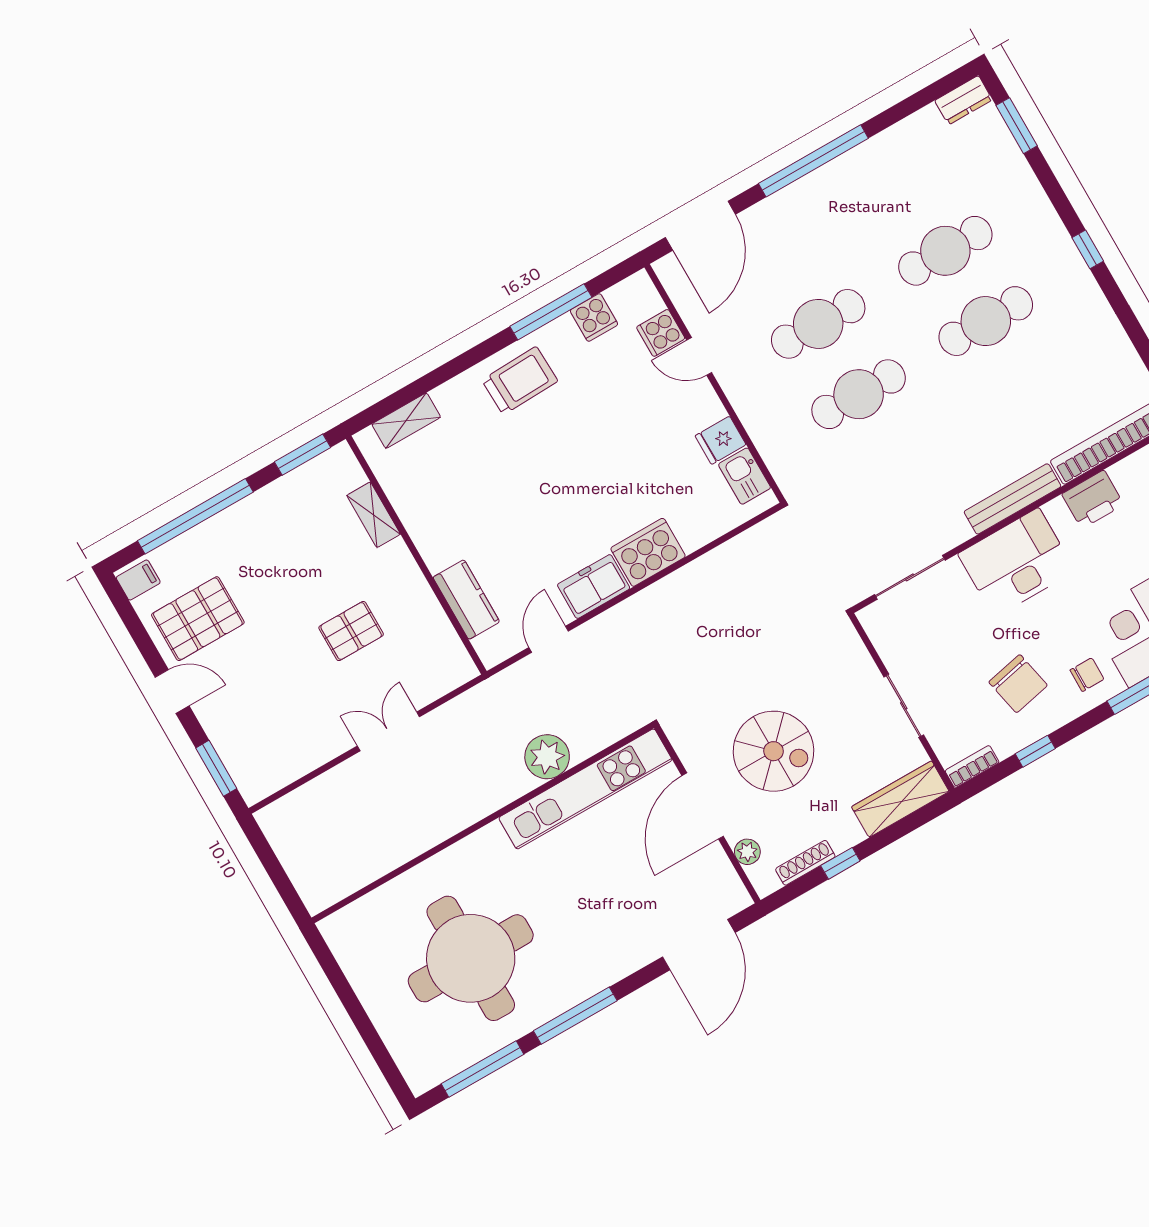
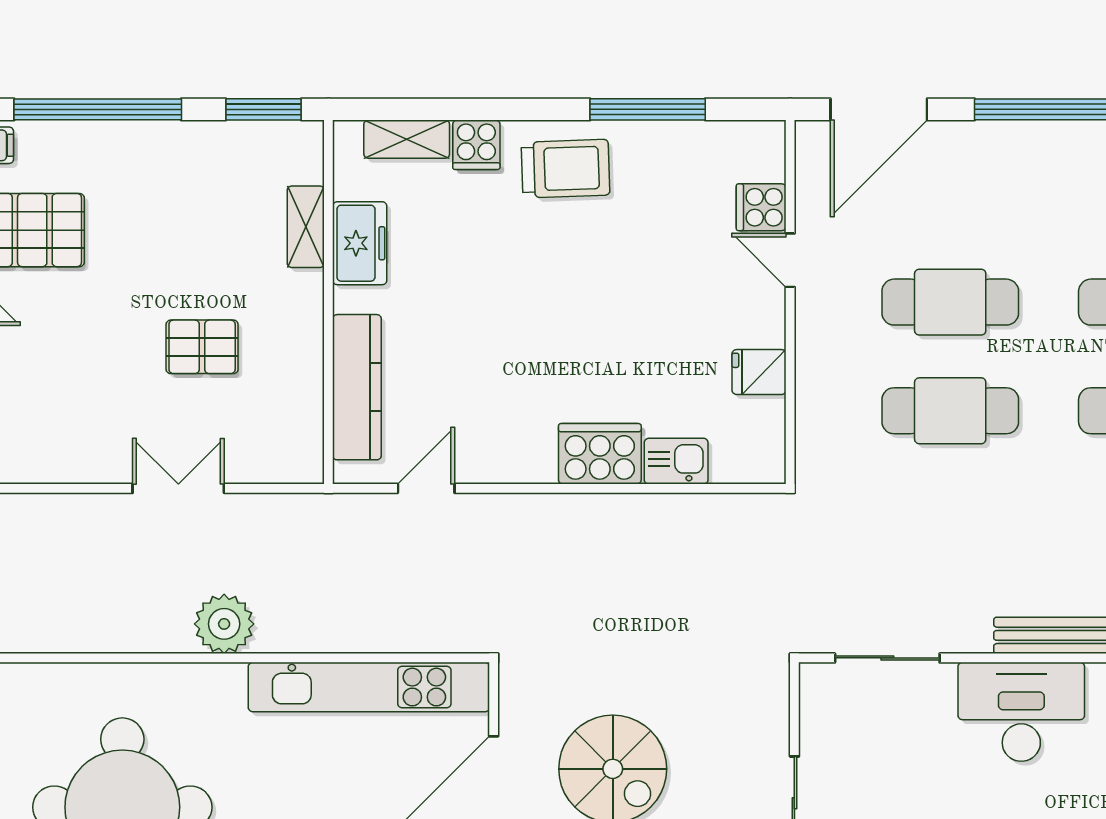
cooker: (594, 318) -> (476, 145), moved
kitchen sink: (745, 476) -> (676, 461), moved, turned 90
freezer: (594, 587) -> (360, 243), moved, turned 90
kitchen counter: (466, 600) -> (357, 387), width x1.50
plant: (547, 757) -> (224, 624), moved

